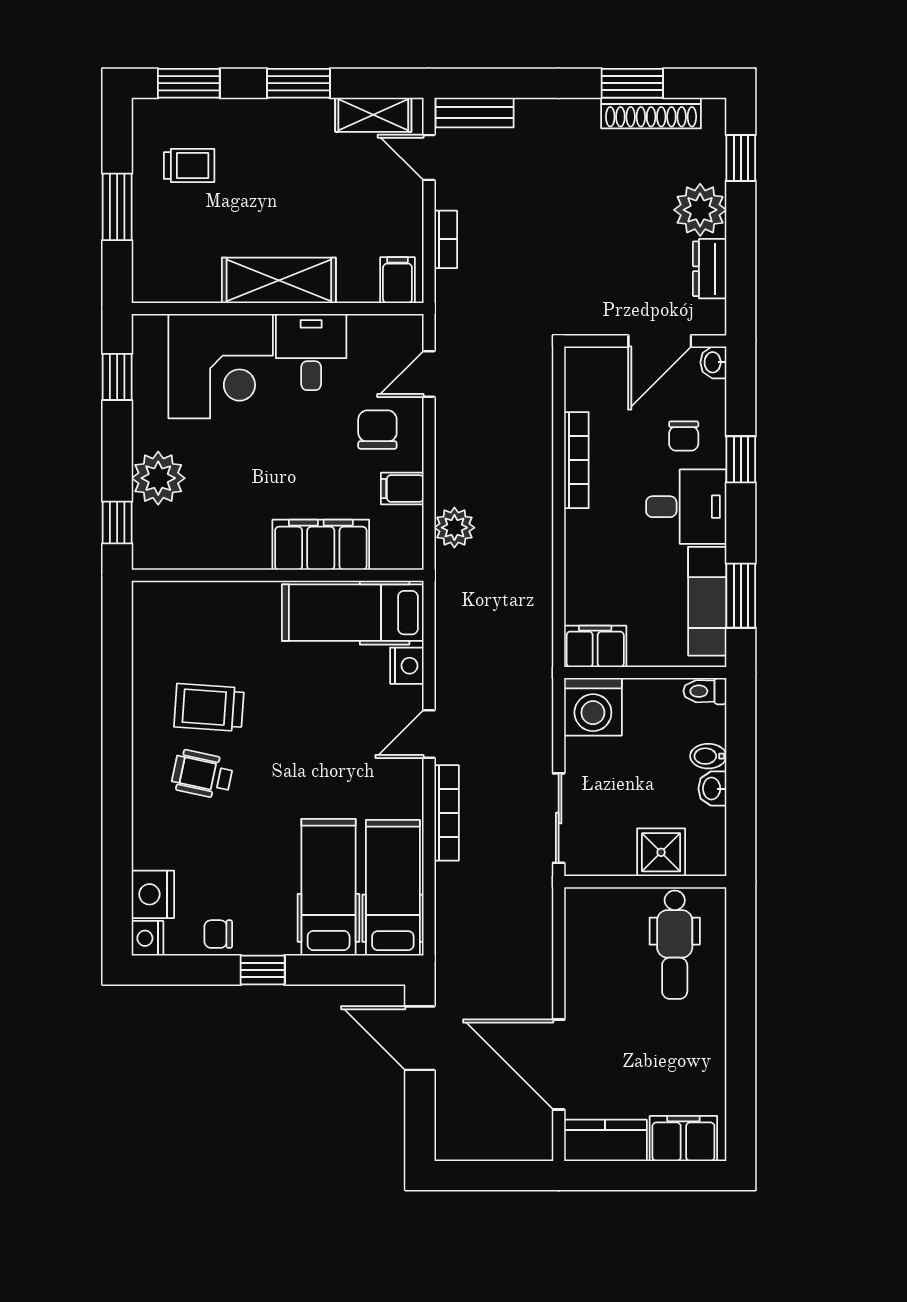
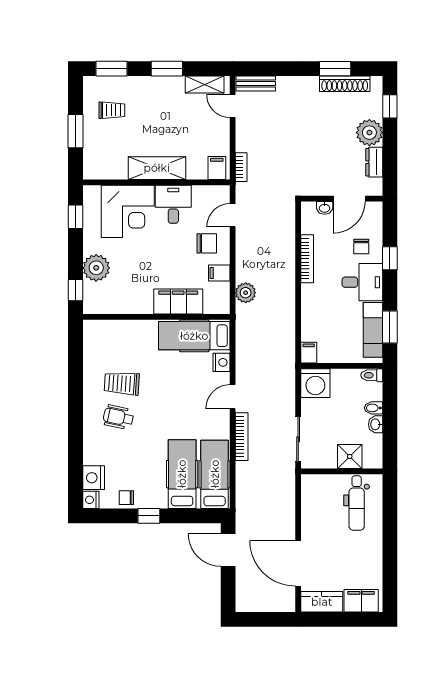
bookcase: (446, 239) -> (241, 167), moved
washbasin: (713, 362) -> (325, 208), moved, turned -90
chair: (377, 430) -> (207, 243), turned 90
filing cabinet: (595, 646) -> (309, 353), width x0.50

